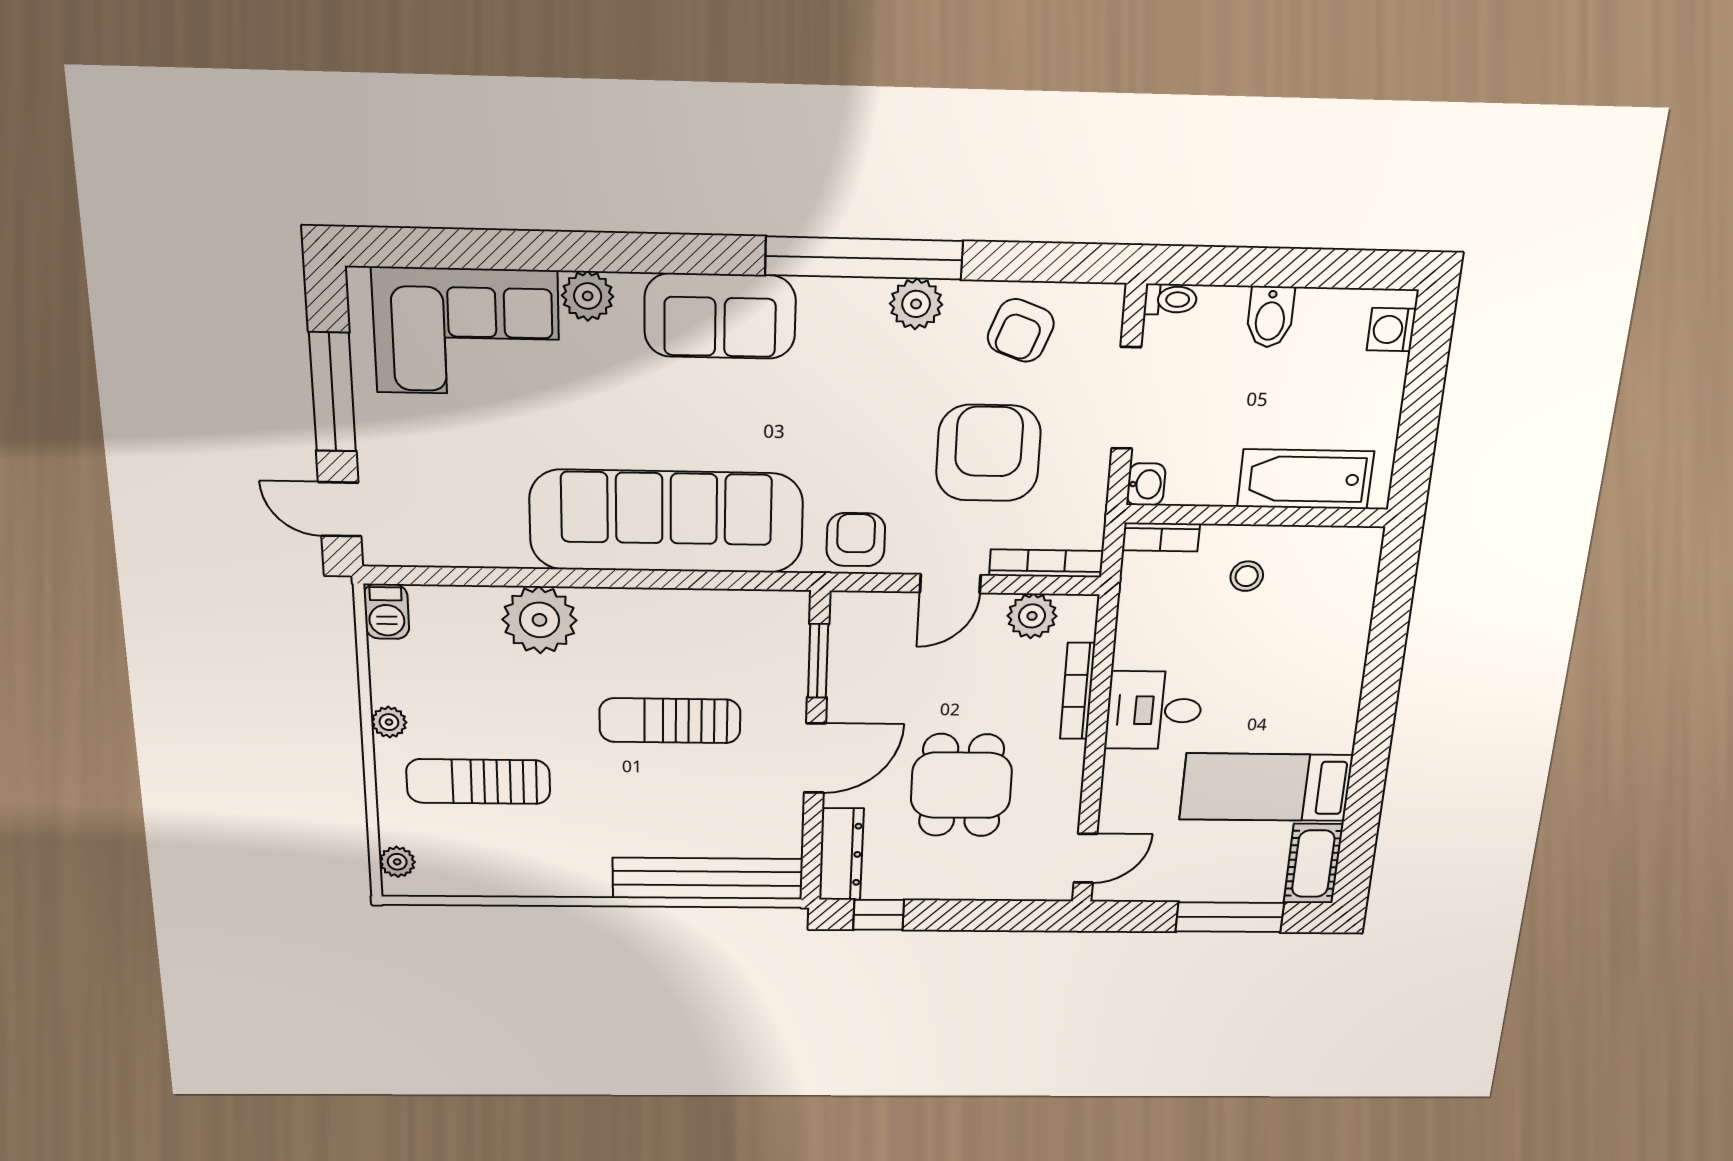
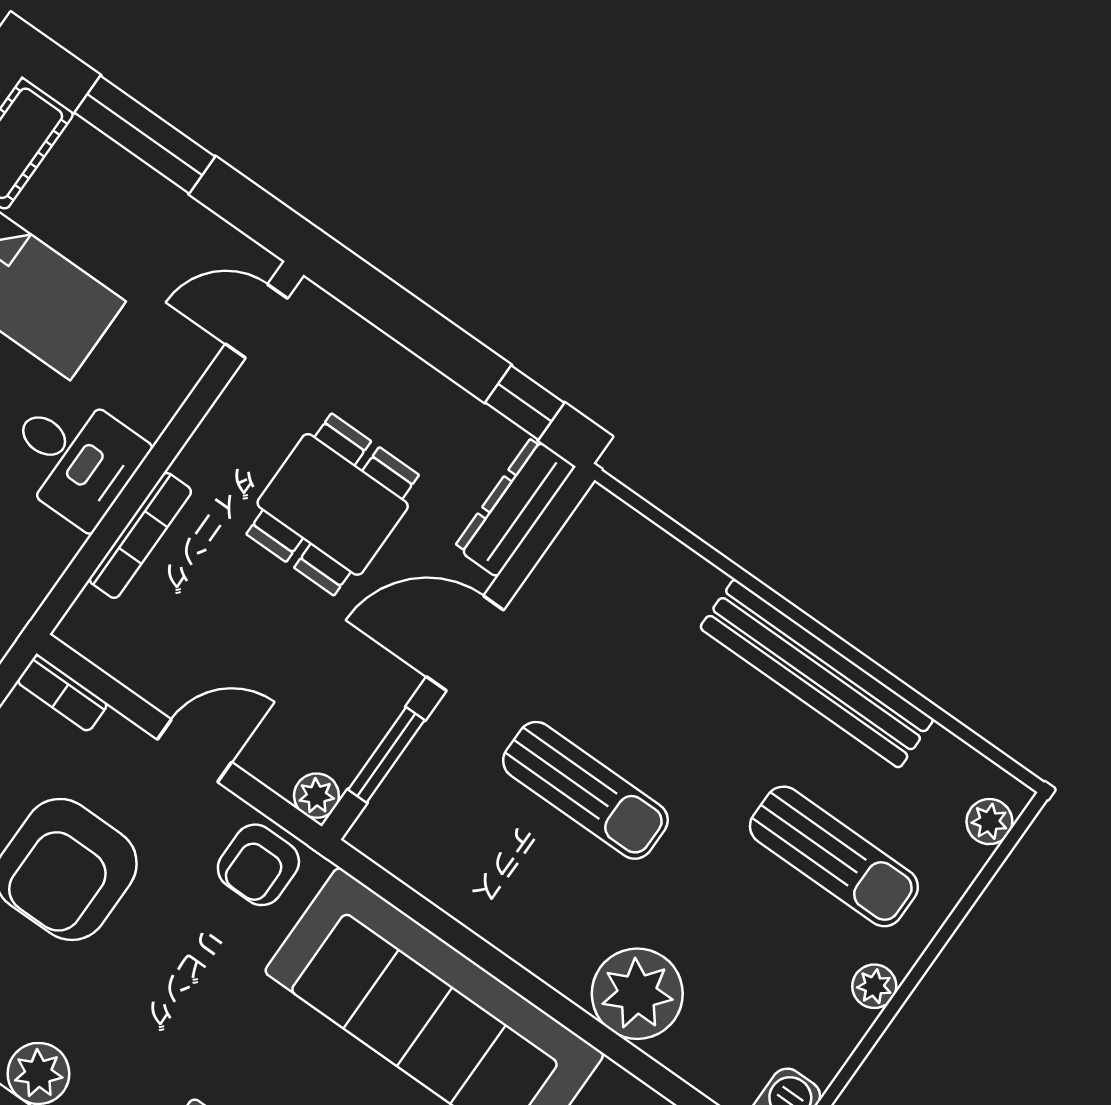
bookcase: (1046, 563) -> (62, 693), width x0.64
plant: (1032, 616) -> (316, 796), moved, width x0.73, depth x0.73
bench: (708, 879) -> (817, 674), moved

